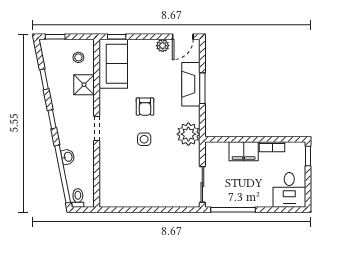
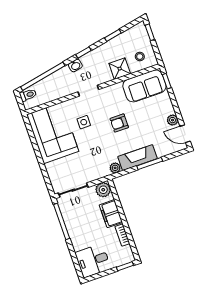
fireplace: (191, 84) -> (138, 158), moved
plant: (188, 134) -> (115, 168), width x0.53, depth x0.53
side table: (144, 139) -> (84, 122), moved
plant: (214, 151) -> (103, 190), added
washbasin: (68, 157) -> (75, 65), moved
corner sofa: (130, 185) -> (53, 133), added

